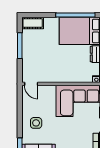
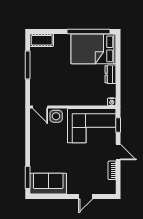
side table: (36, 123) -> (56, 116), moved

